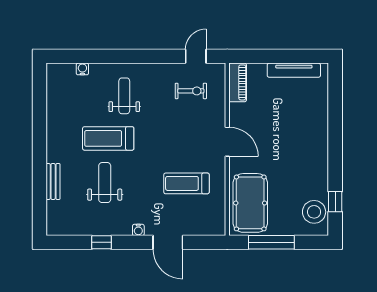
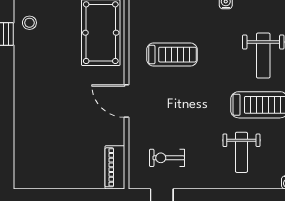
tv unit: (294, 70) -> (52, 181), removed
stool: (314, 212) -> (29, 23), width x0.53, depth x0.53

